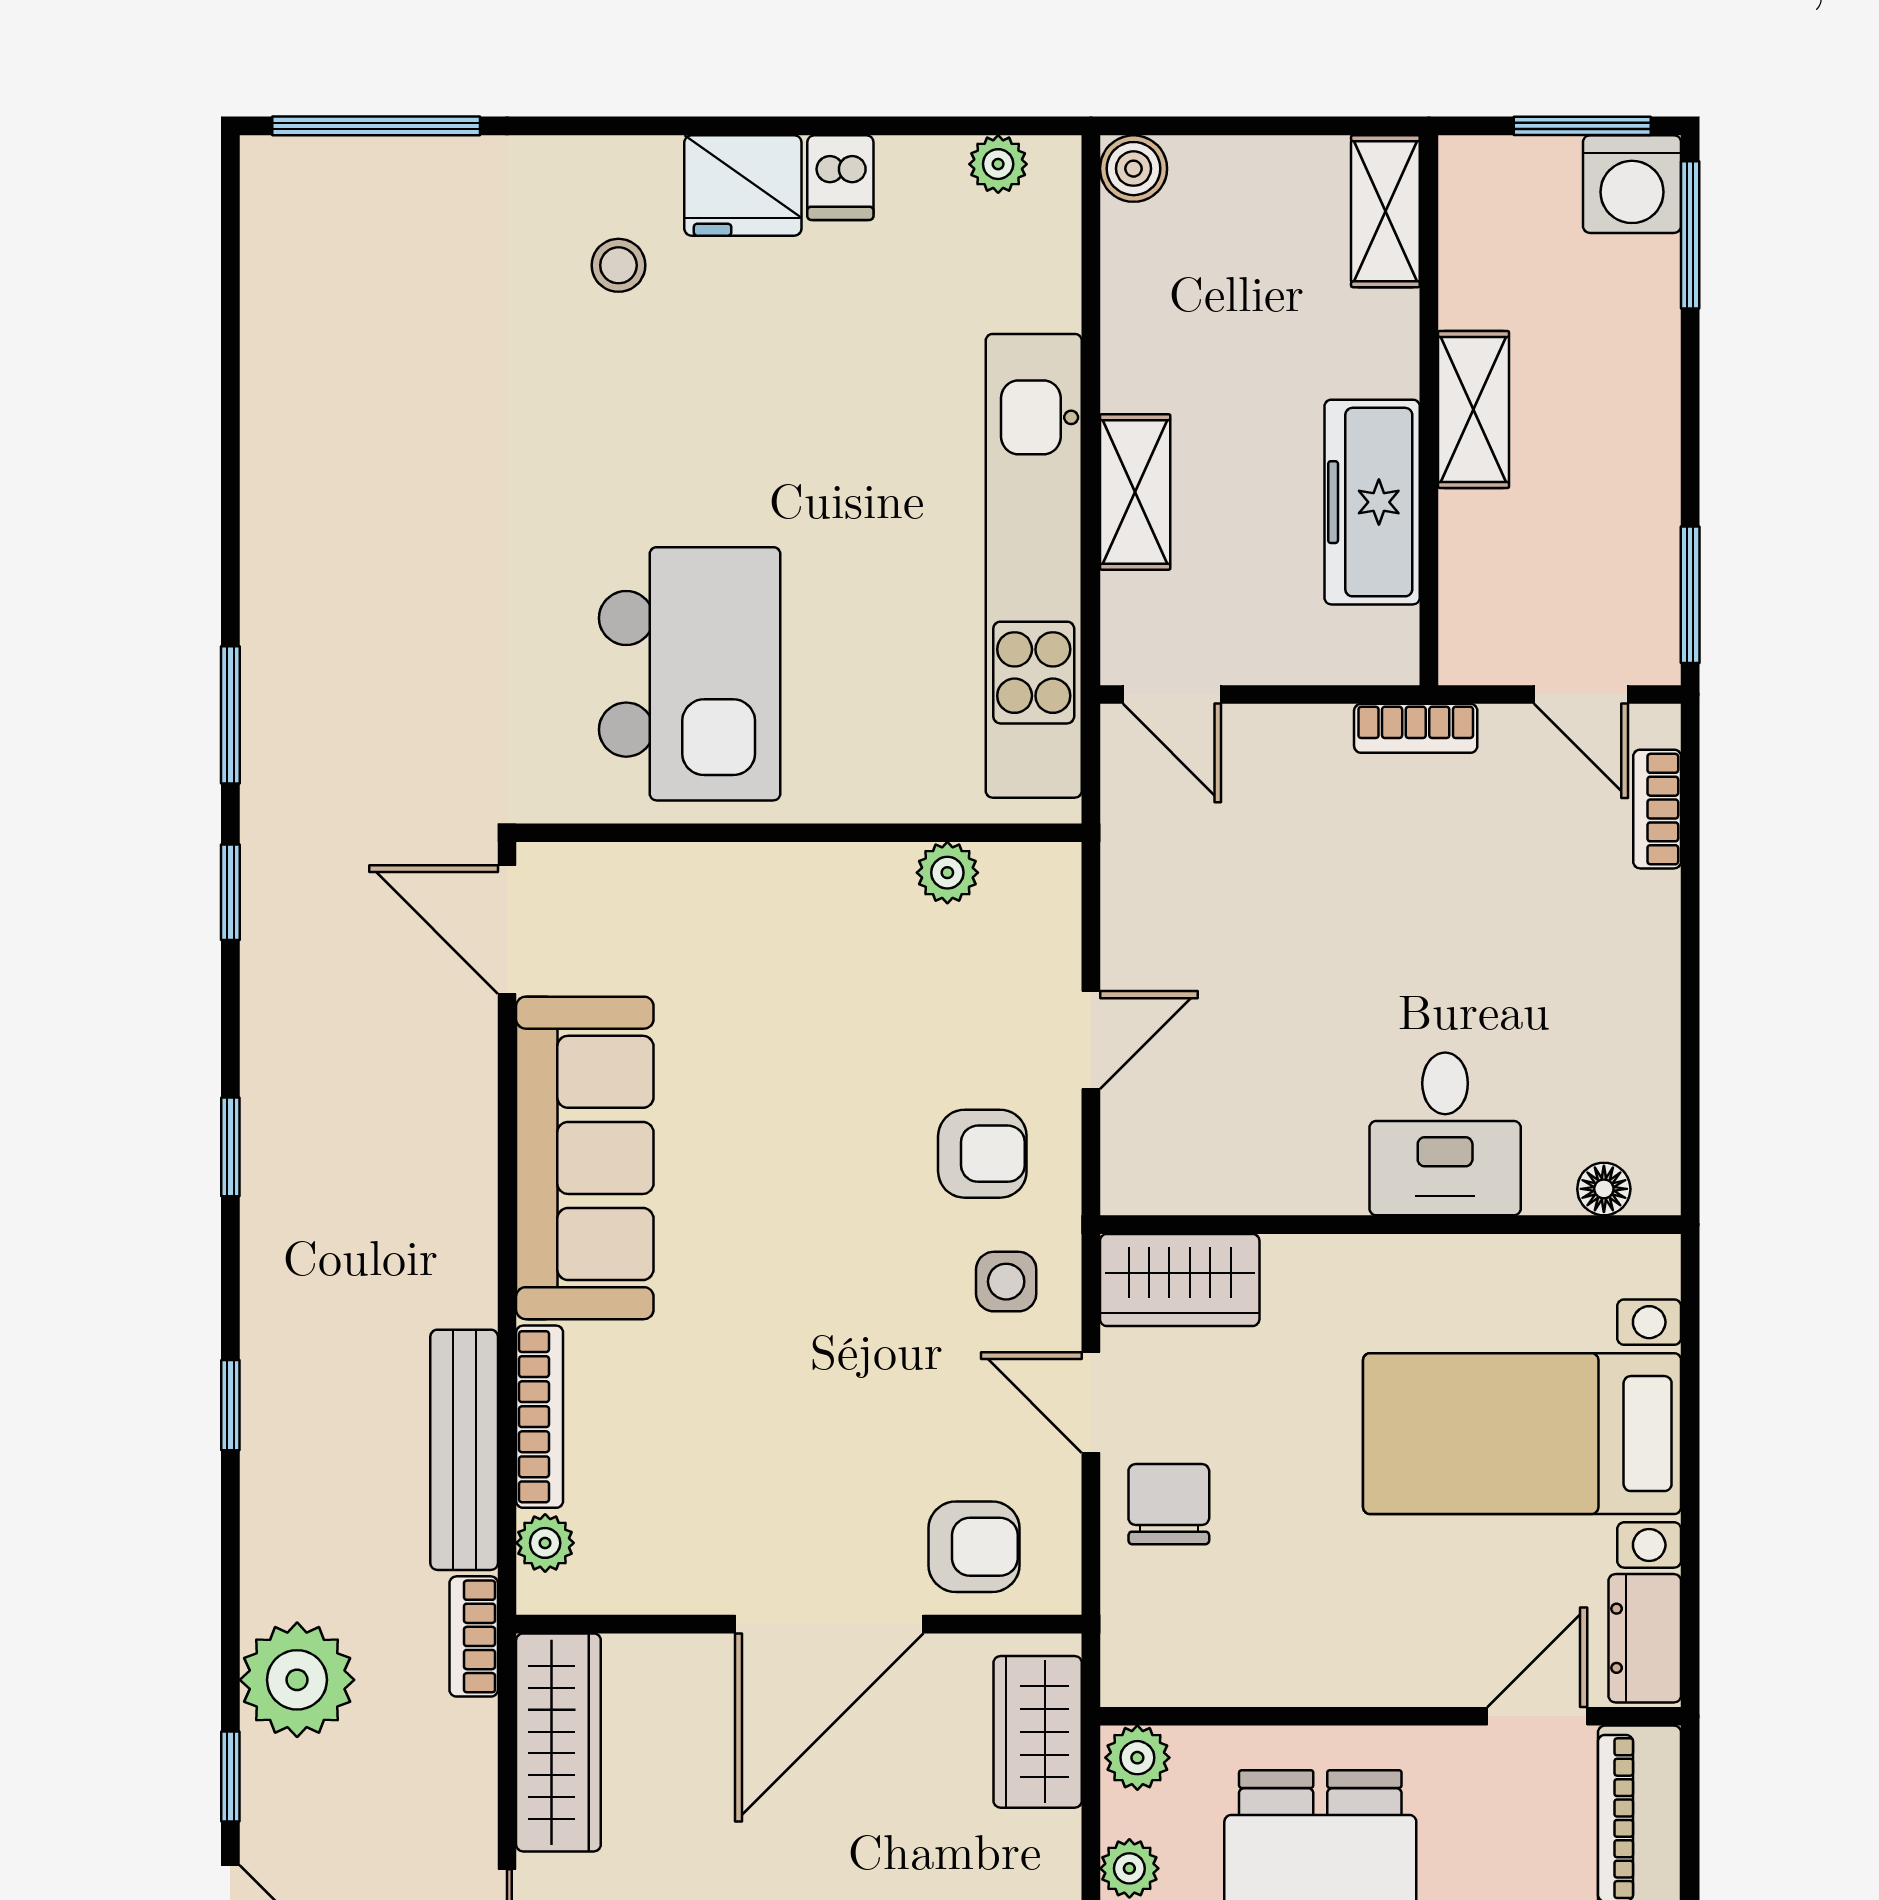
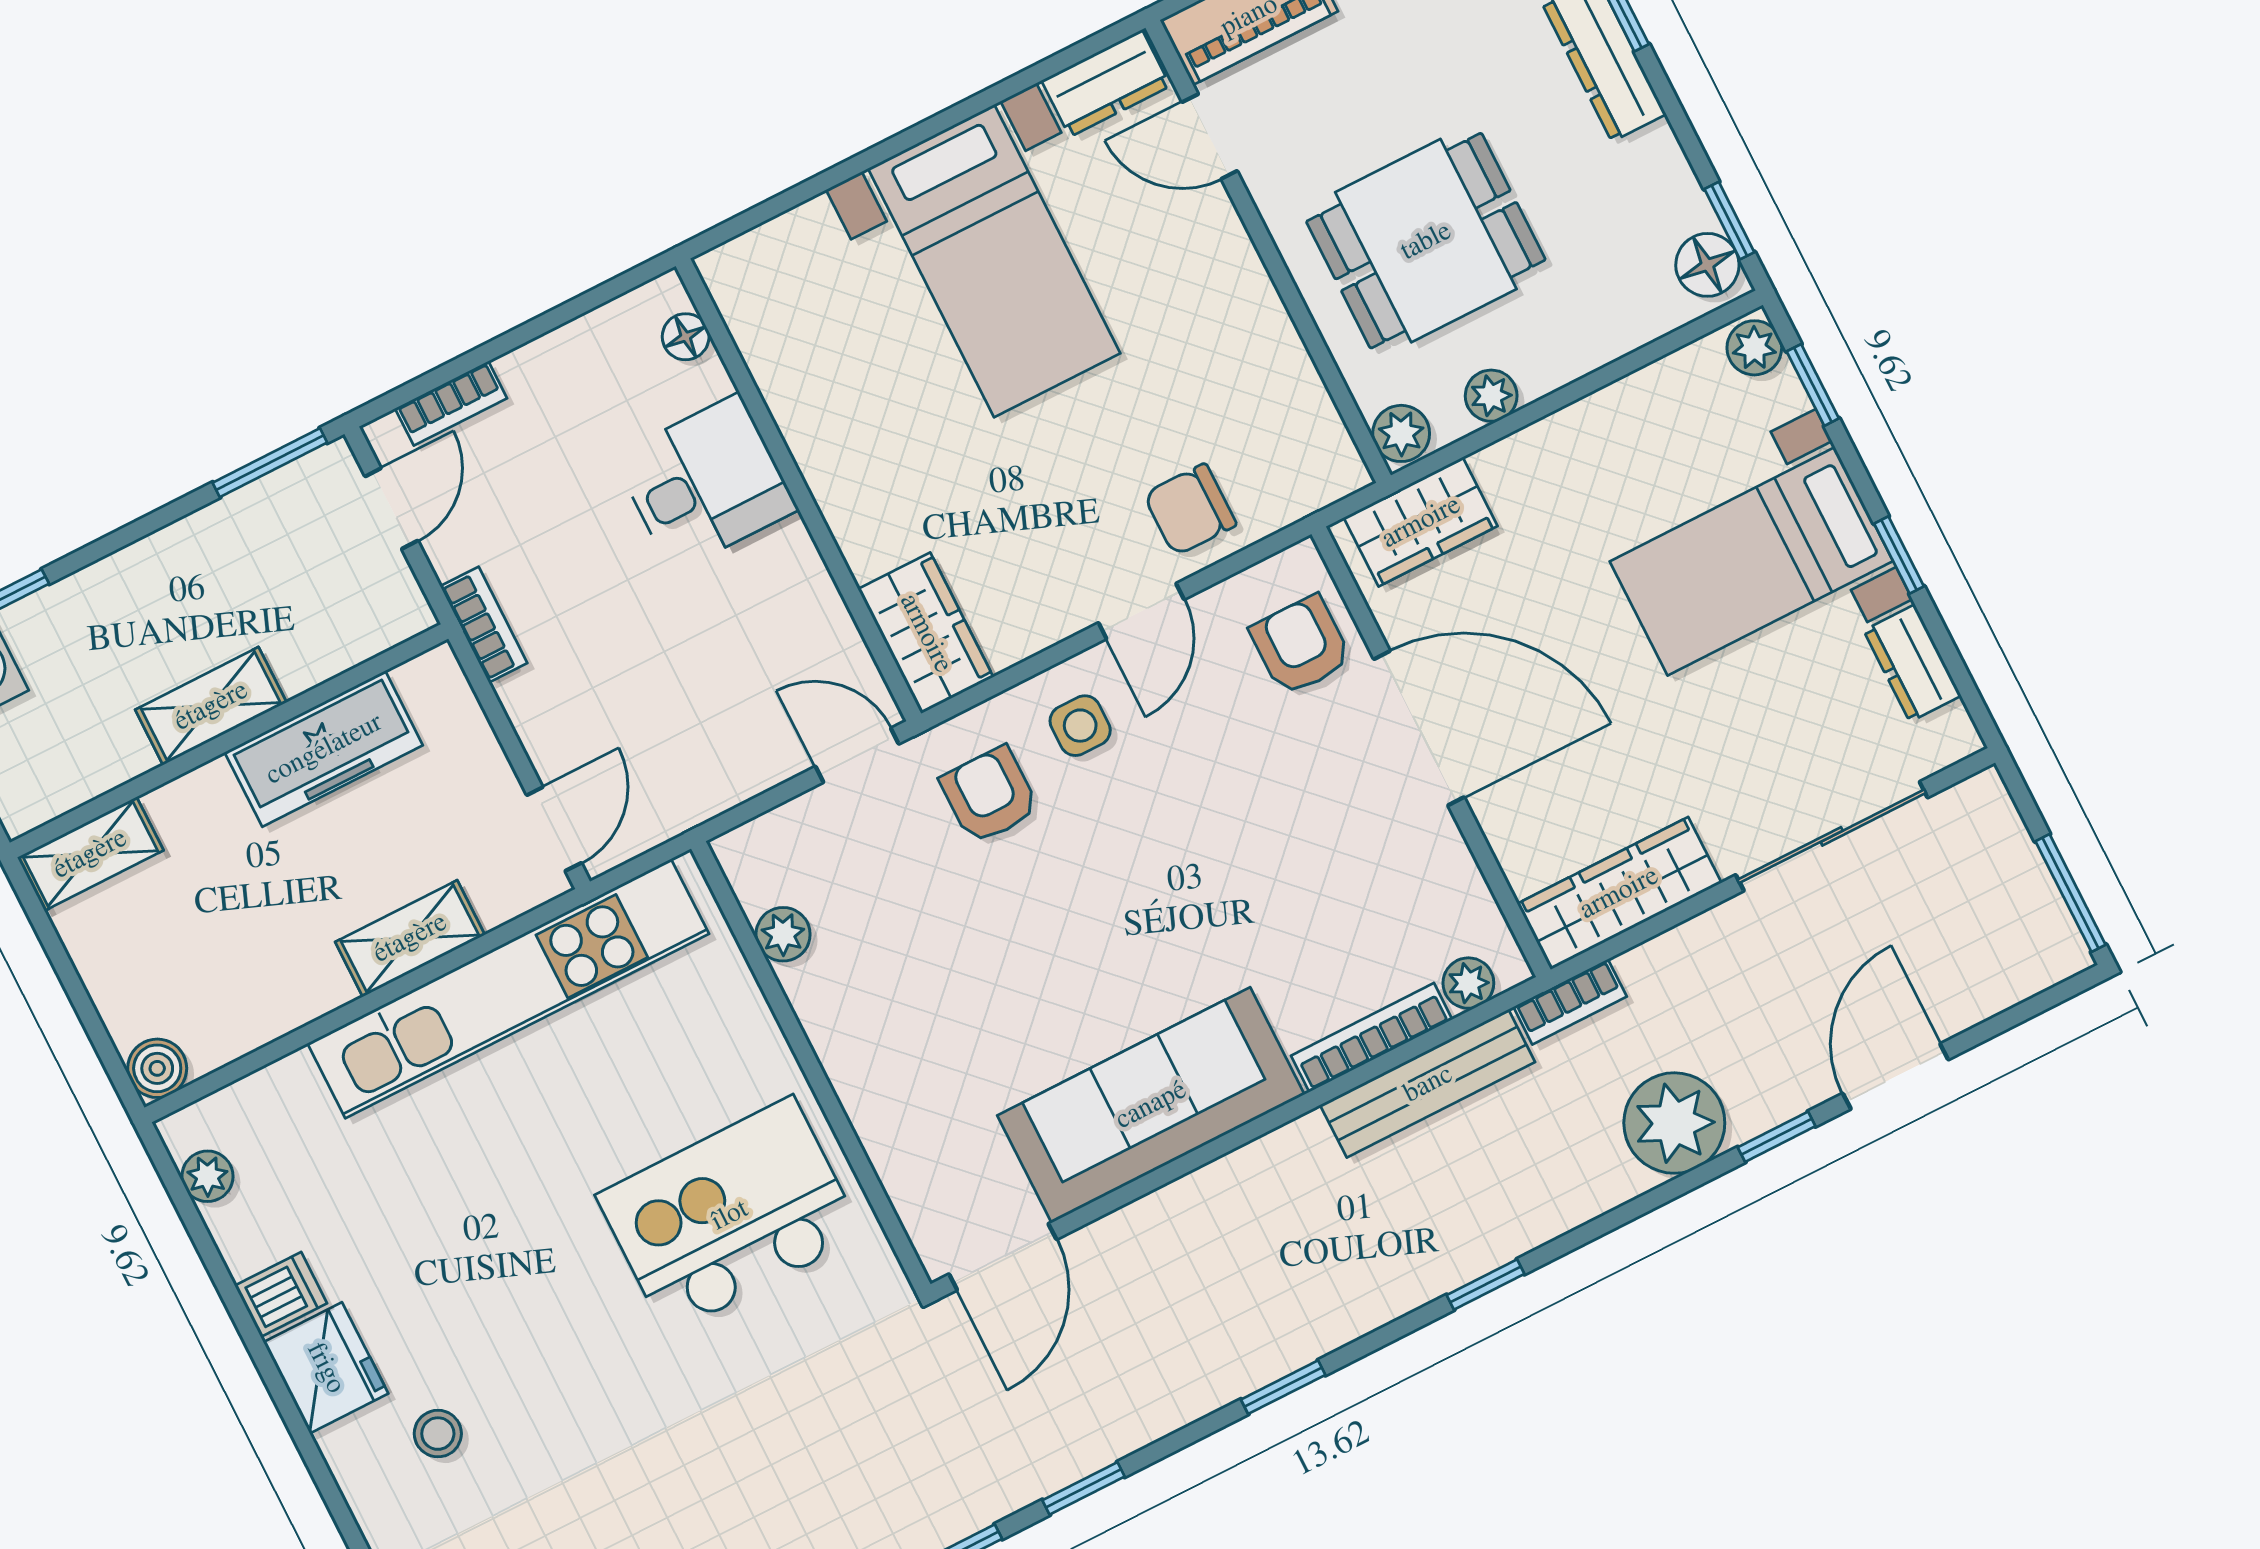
desk: (1445, 1134) -> (706, 483), moved
floor lamp: (1604, 1189) -> (686, 337), moved
wall: (1391, 1225) -> (798, 490), moved
wardrobe: (1180, 1280) -> (926, 633), moved

